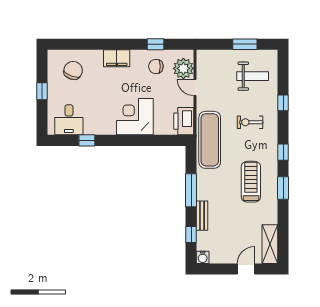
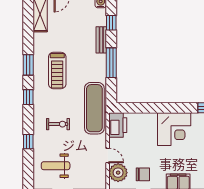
corner desk: (135, 117) -> (174, 129), moved

